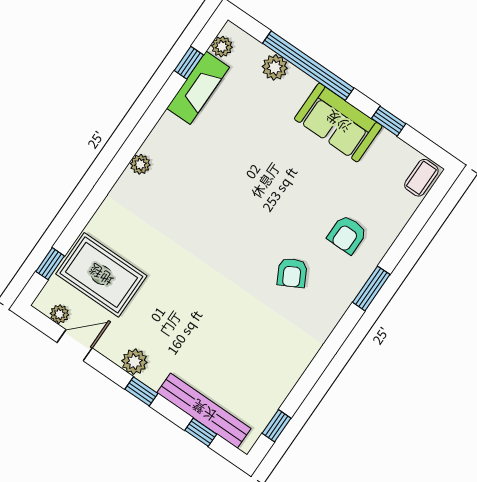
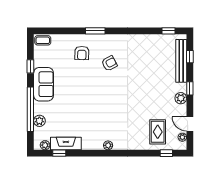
armchair: (347, 235) -> (82, 53), turned 91
rug: (101, 275) -> (158, 132), width x0.73, depth x0.70

